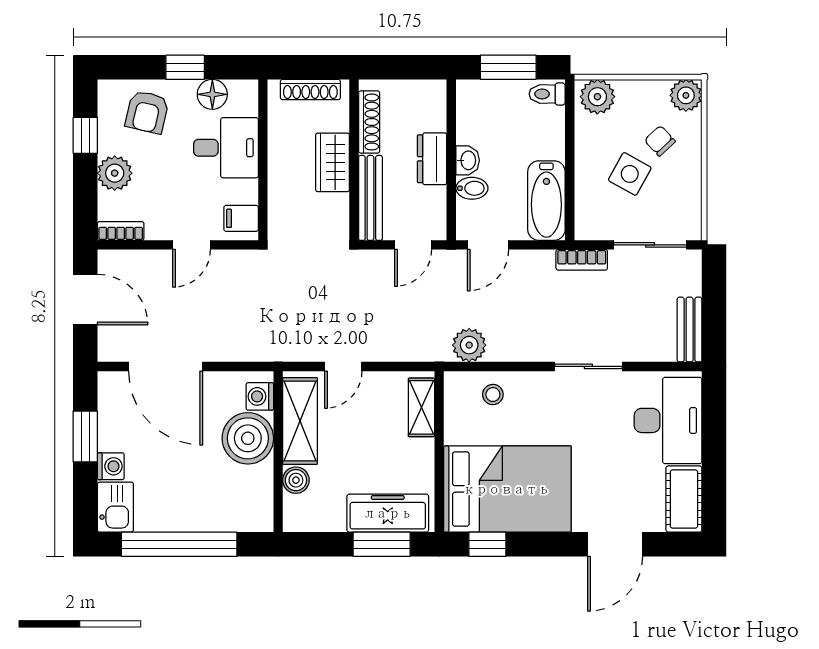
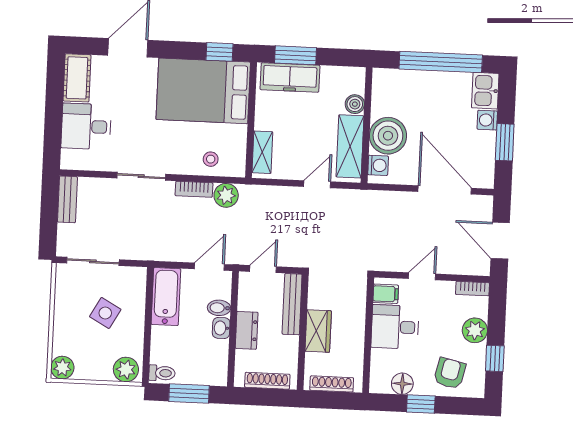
shoe rack: (369, 122) -> (267, 381), moved, turned 90
chair: (660, 141) -> (83, 336), removed
desk: (226, 148) -> (395, 327), moved
bookcase: (582, 260) -> (194, 189), moved, turned 180
desk: (668, 420) -> (86, 126), width x0.73

